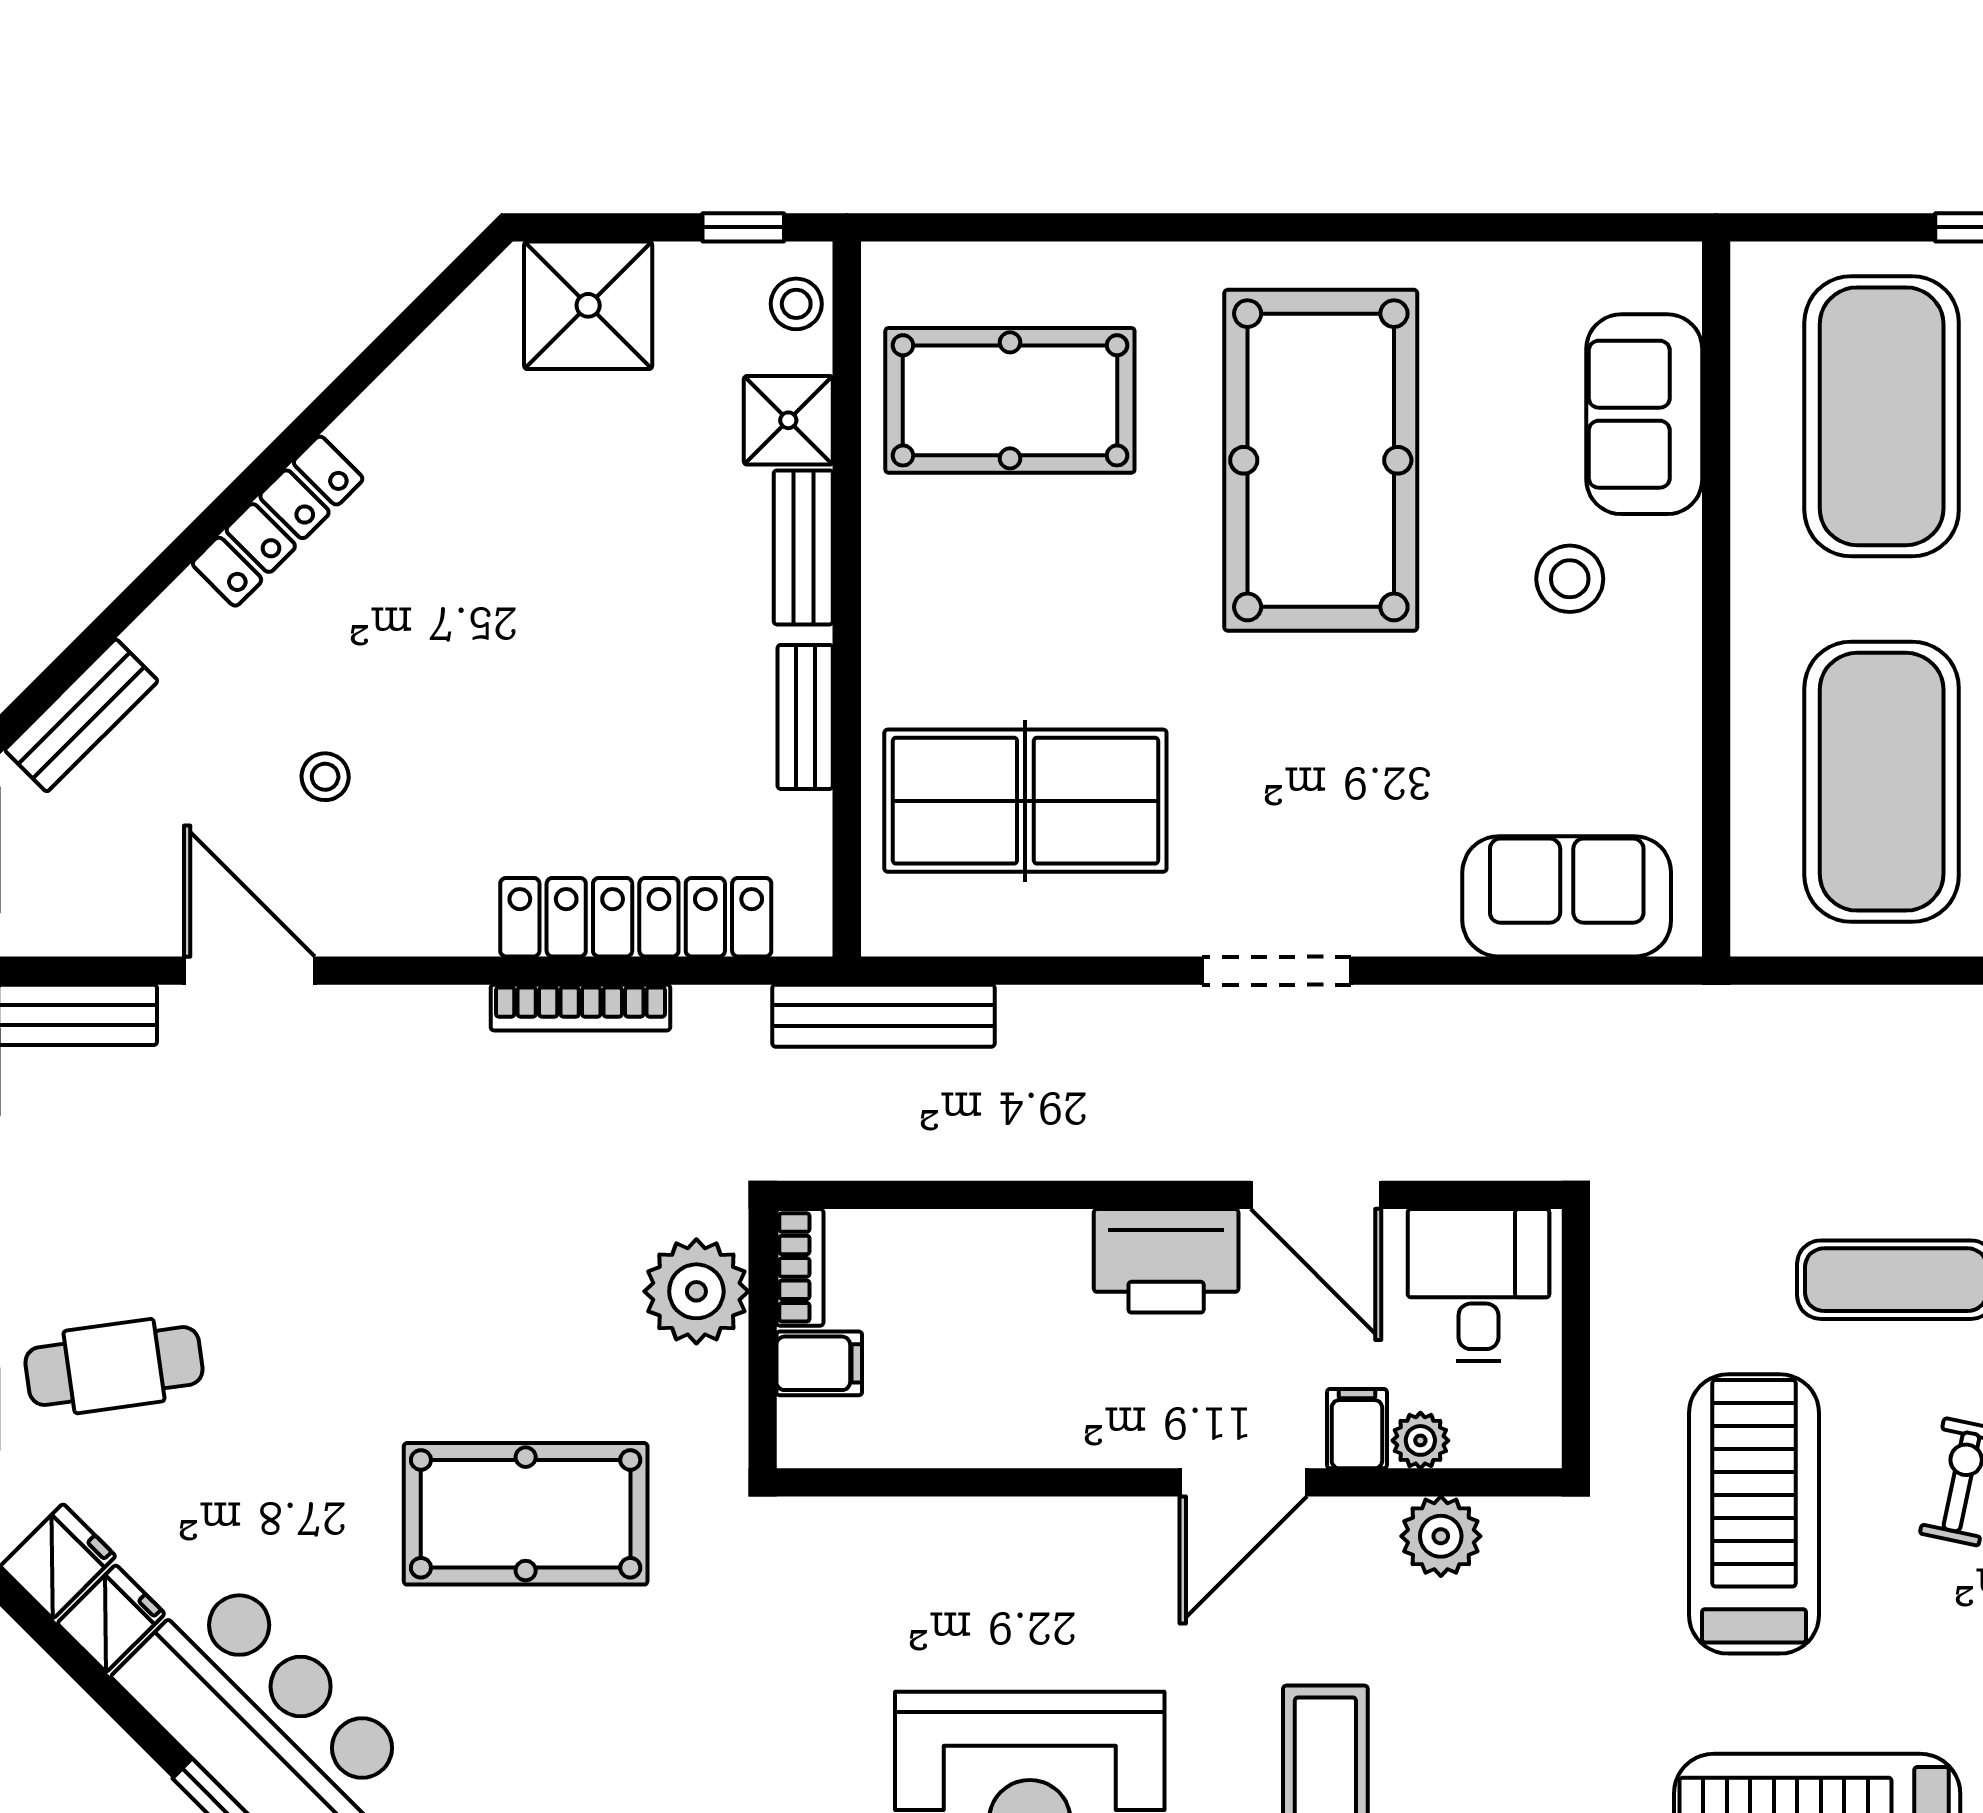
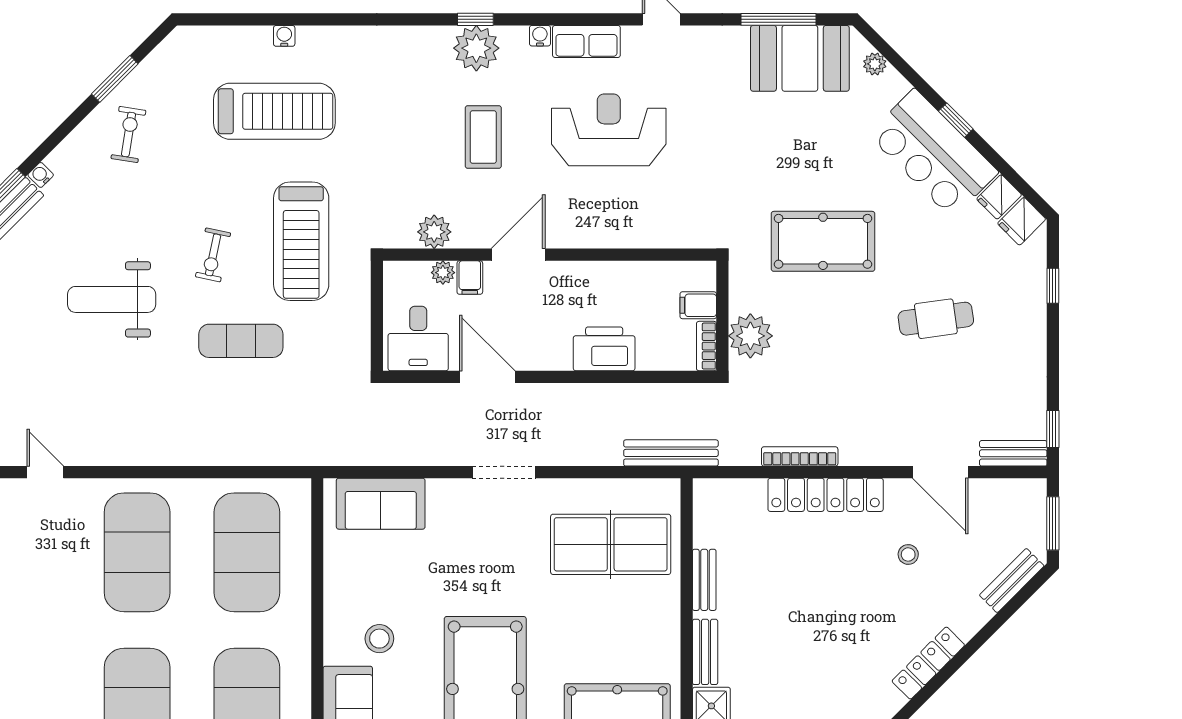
locker: (636, 917) -> (826, 495), moved
printer: (1166, 1261) -> (604, 349), moved
cafe table: (114, 1366) -> (936, 319), moved

